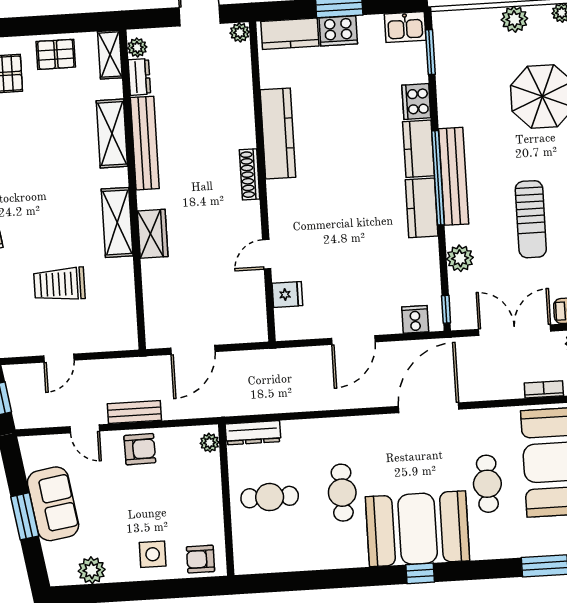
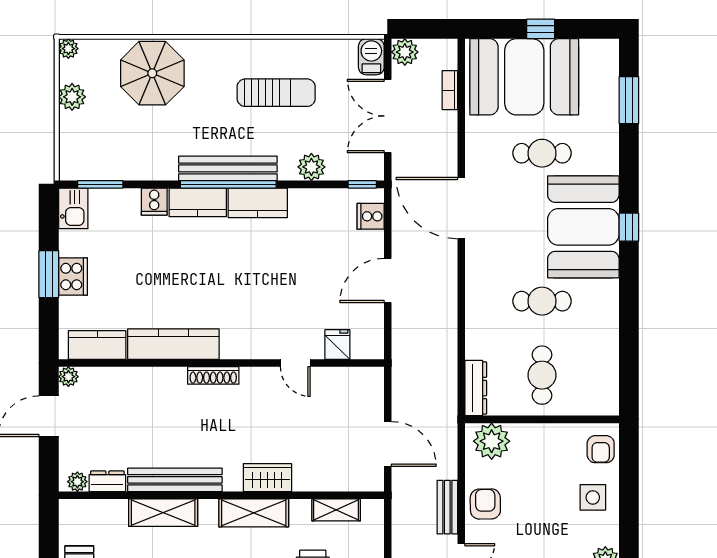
kitchen counter: (290, 34) -> (97, 345), moved, turned -90
shelving: (110, 55) -> (336, 510), moved
cooker: (416, 101) -> (154, 202), width x0.73
door: (353, 340) -> (388, 280), swing flipped
plant: (210, 443) -> (492, 441), width x1.88, depth x1.88

